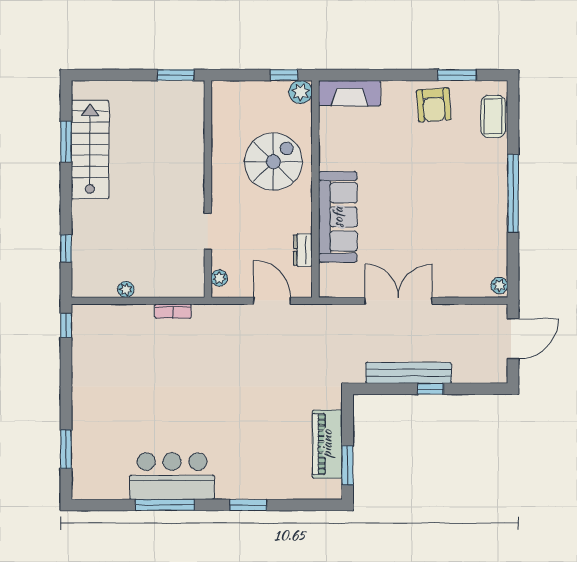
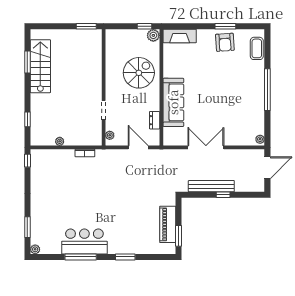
window: (457, 75) -> (225, 26), moved
plant: (80, 491) -> (35, 249), added

